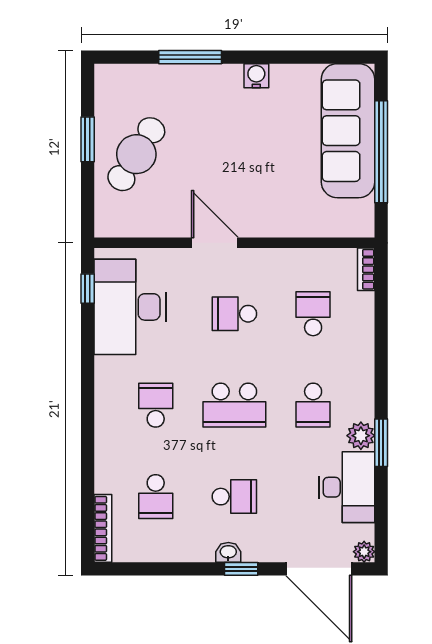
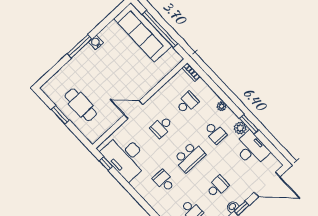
window: (190, 57) -> (80, 46), moved
cafe table: (136, 154) -> (81, 105), turned -32
school desk: (313, 314) -> (187, 103), turned 90
plant: (364, 552) -> (222, 106), moved

